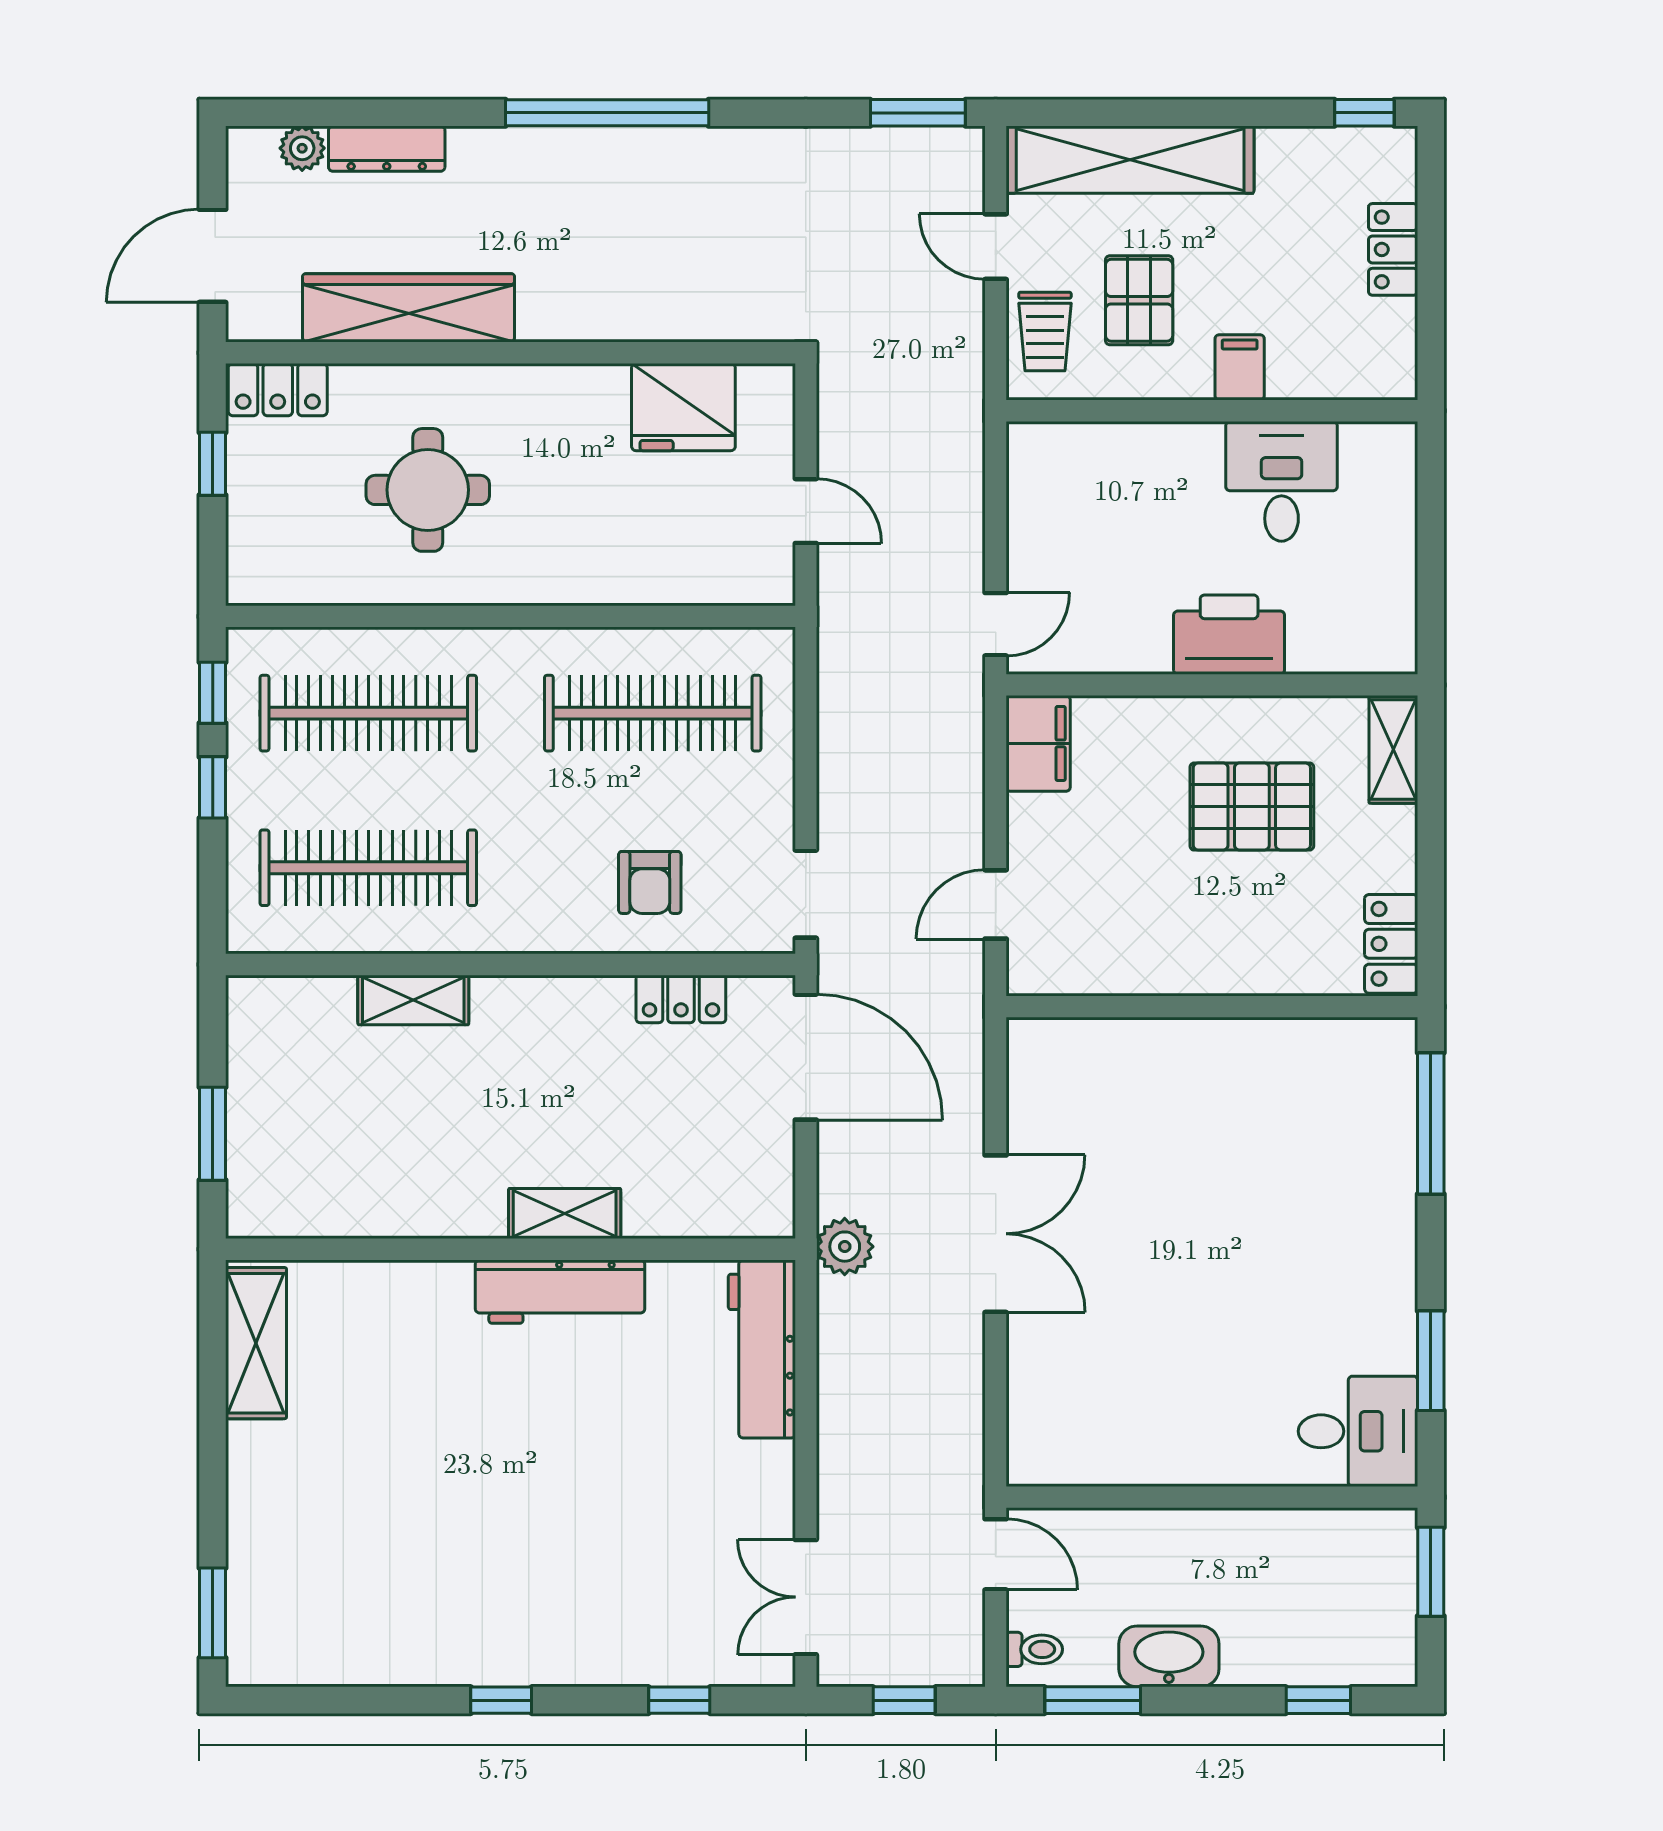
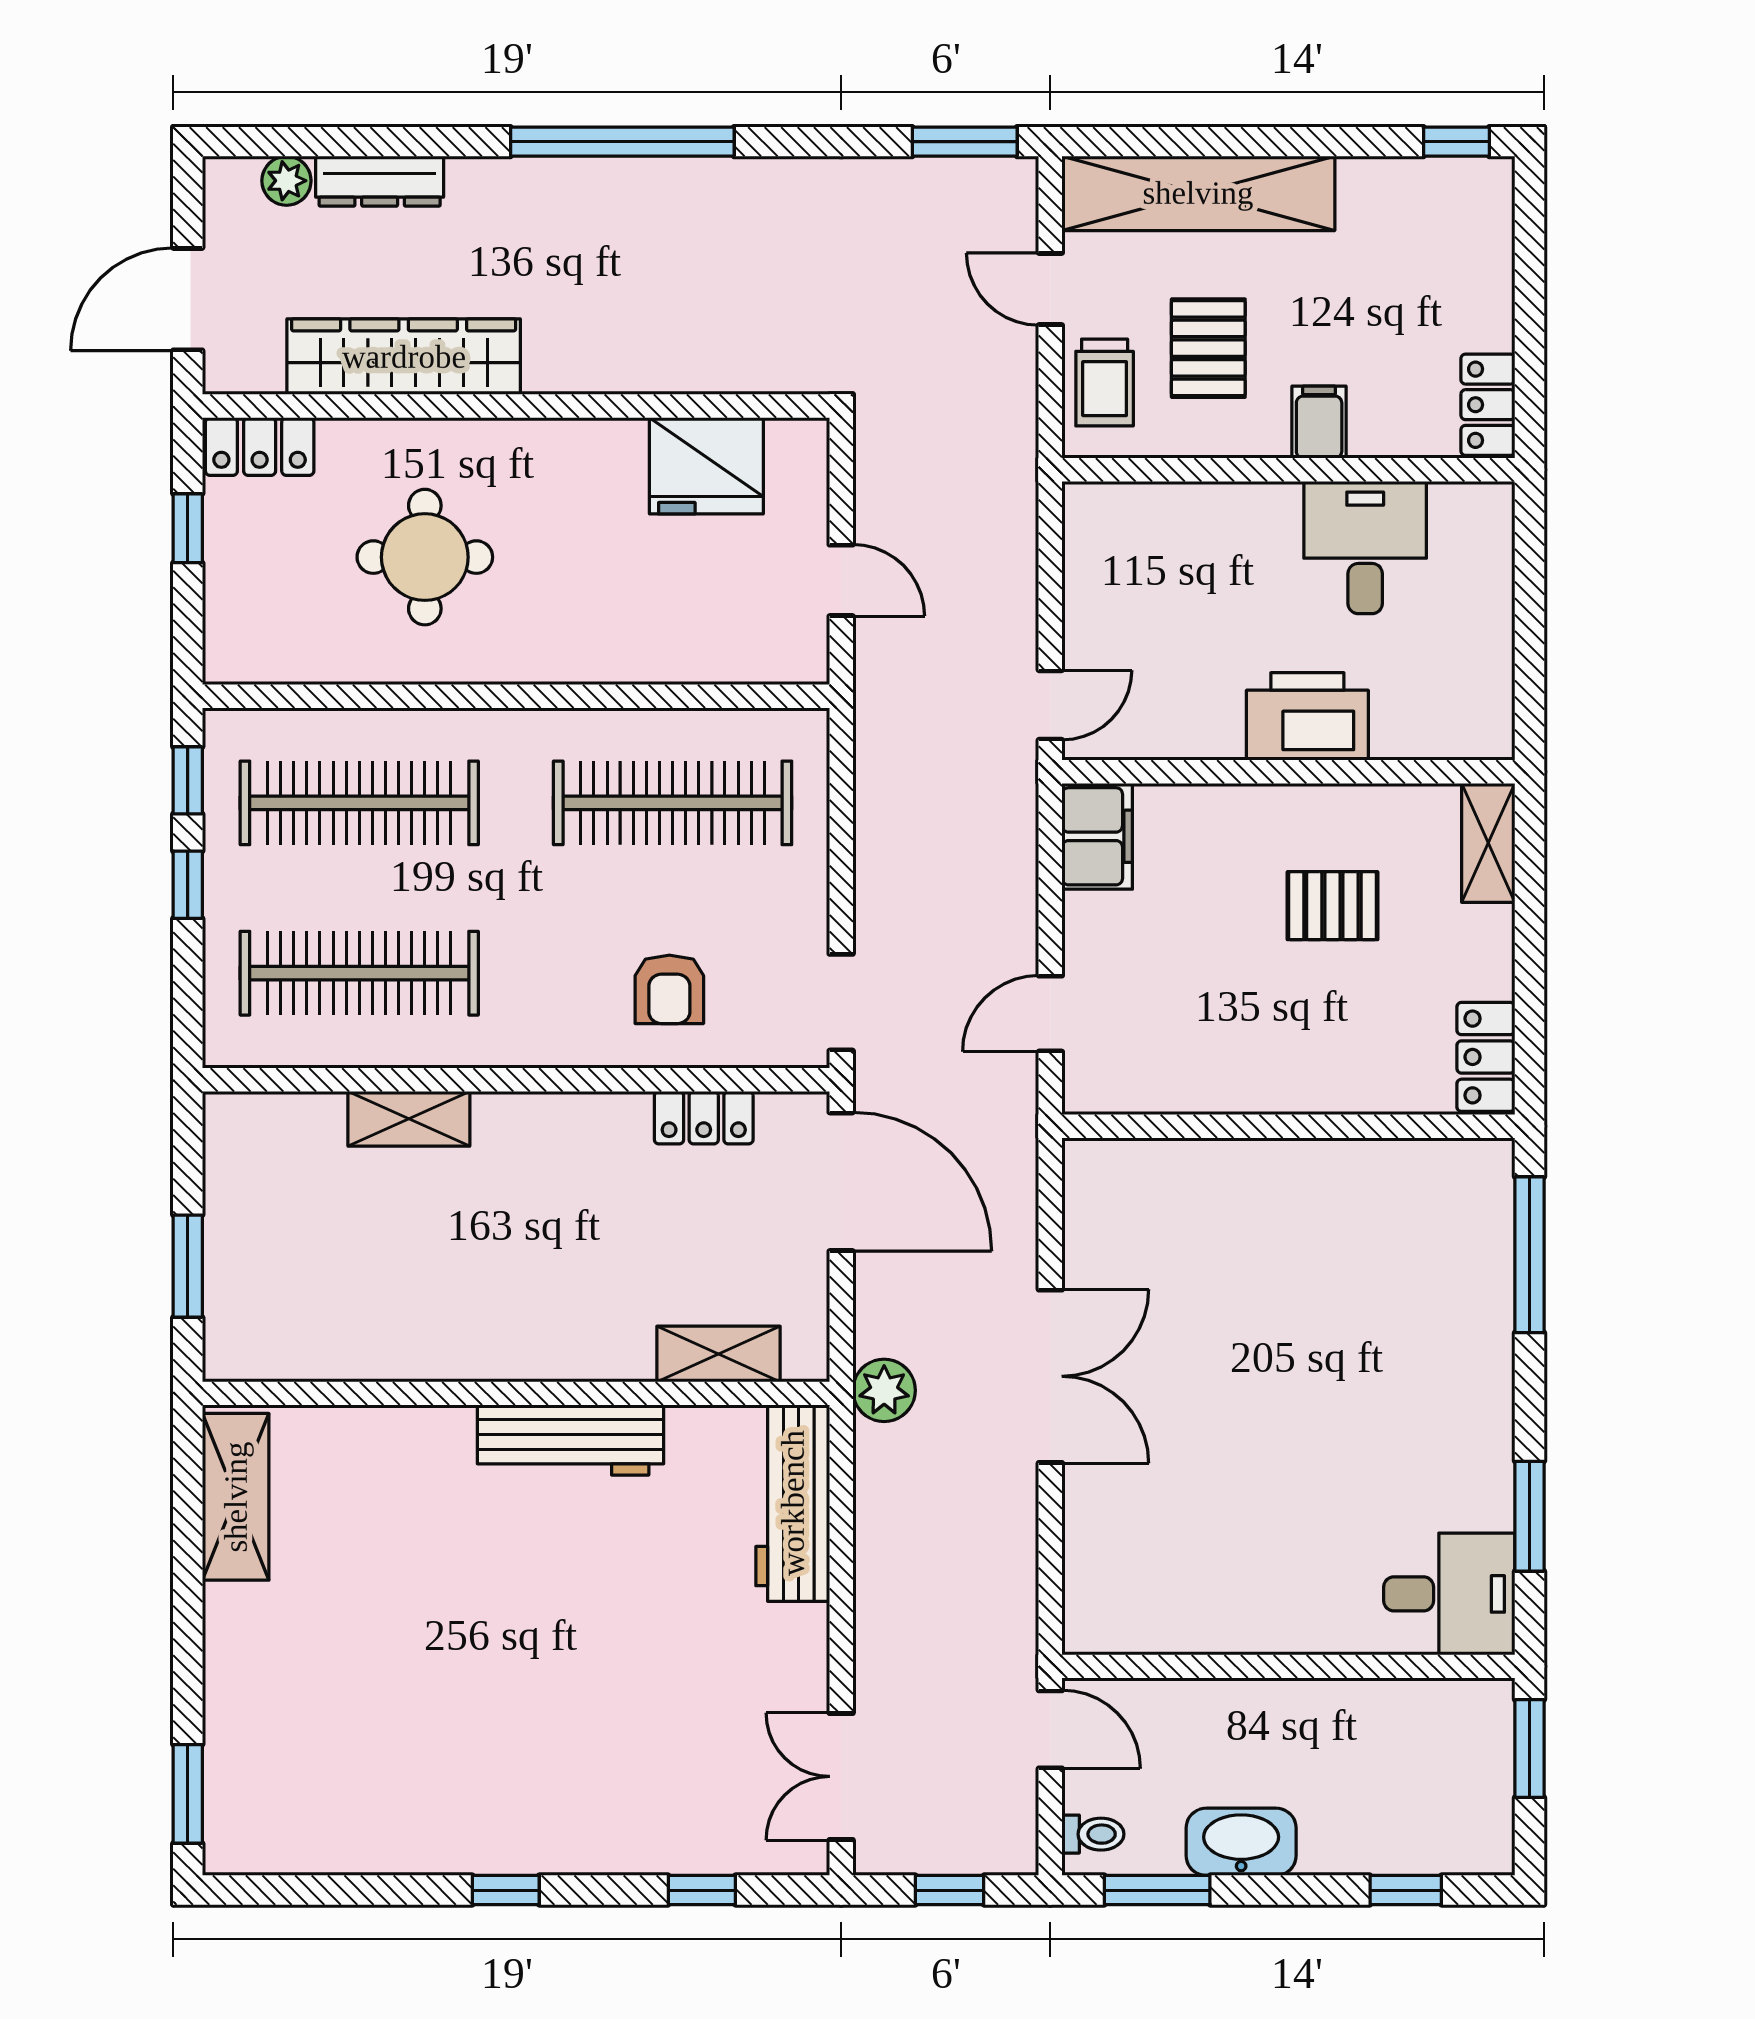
locker: (1393, 249) -> (1488, 405), moved
pallet: (1252, 807) -> (1332, 906), width x0.67, depth x0.71
shelving: (565, 1213) -> (718, 1354), moved

